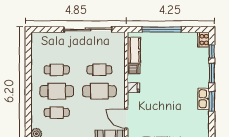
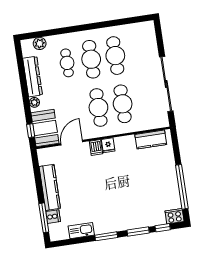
window: (162, 29) -> (182, 187), moved
dishwasher: (134, 69) -> (96, 148), moved
cafe table: (57, 70) -> (115, 56), width x1.37, depth x1.35
cafe table: (99, 70) -> (123, 104), width x1.37, depth x1.35
kitchen sink: (204, 99) -> (81, 231), moved

